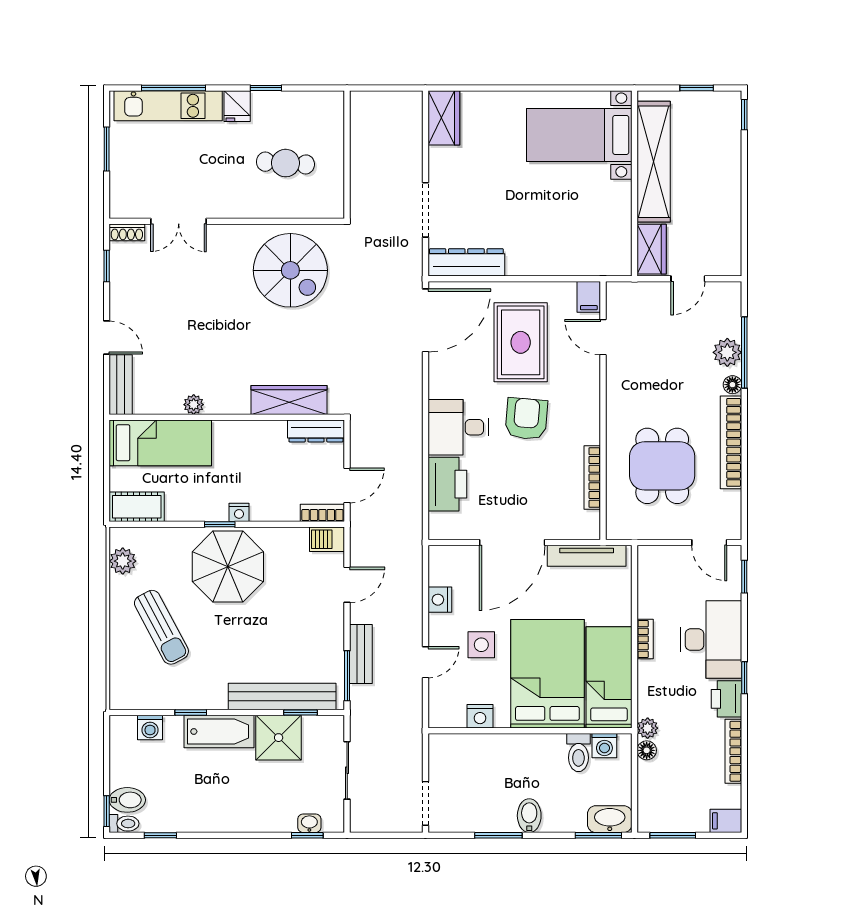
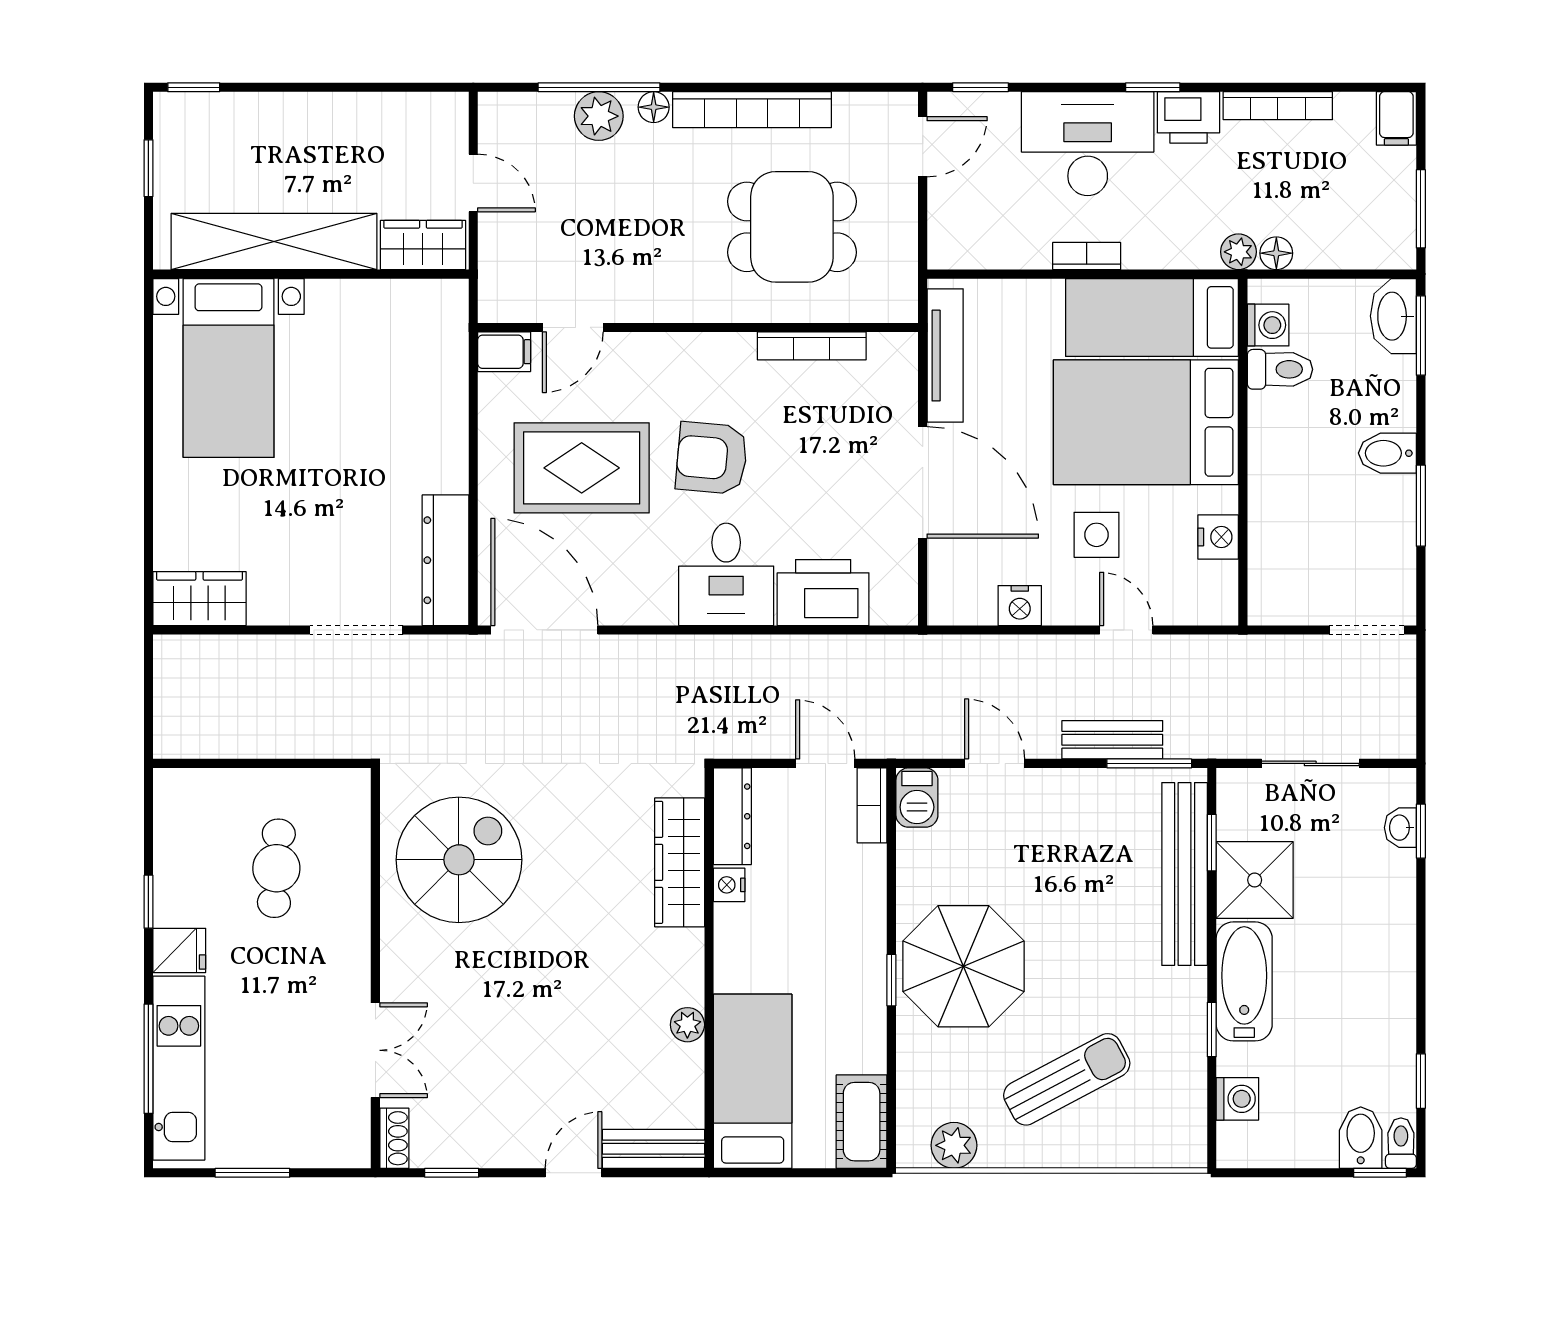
nightstand: (239, 512) -> (729, 885), moved, turned 180

